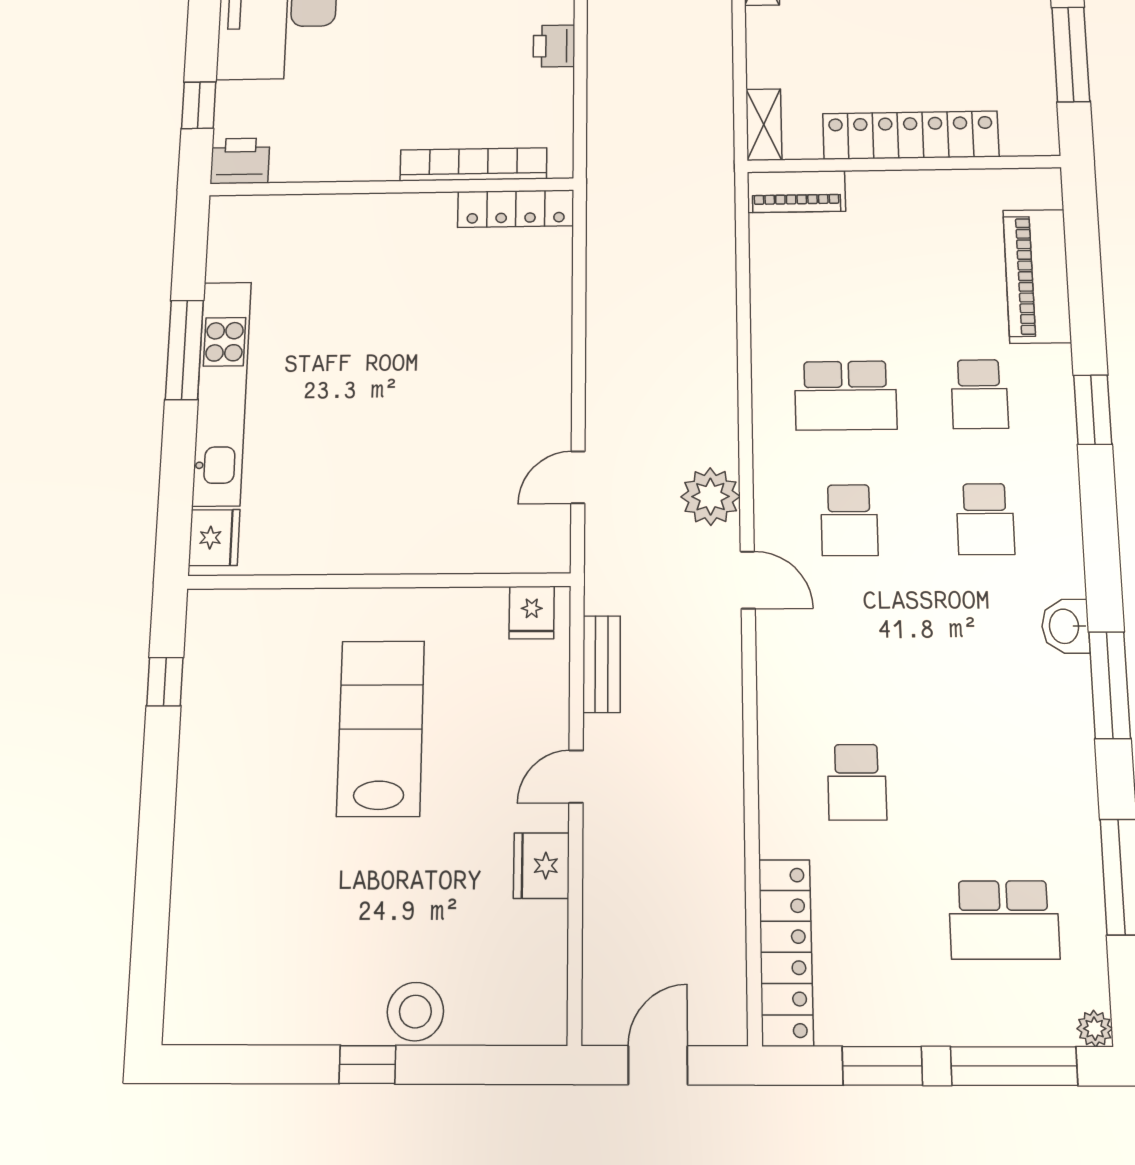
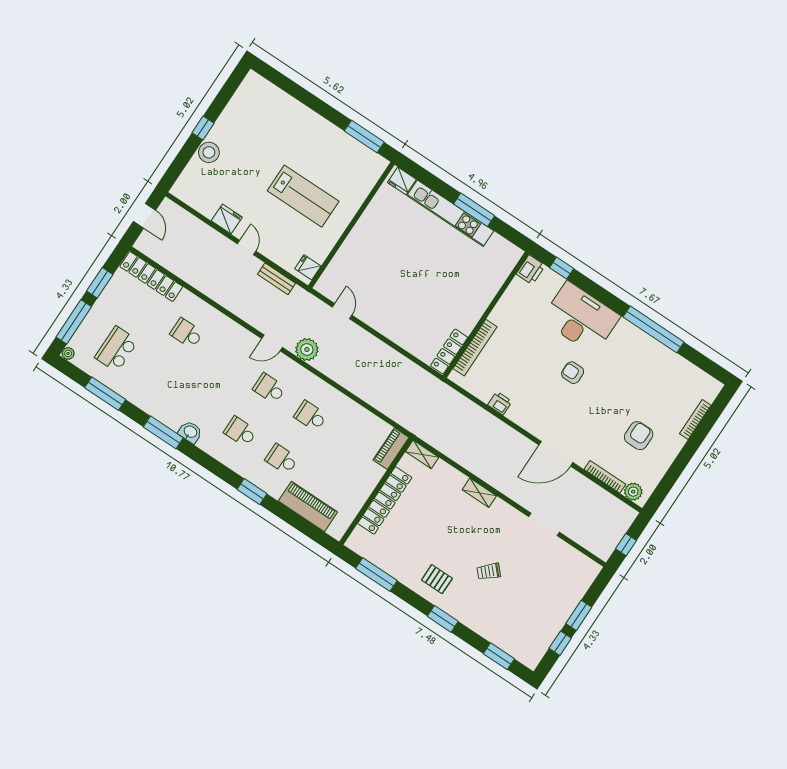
school desk: (846, 396) -> (311, 416), width x0.54
window: (165, 682) -> (364, 137), width x2.17

